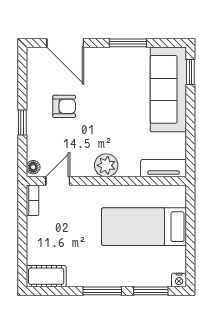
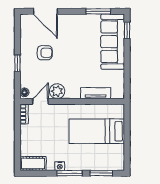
window: (128, 43) -> (98, 11), moved
plant: (106, 165) -> (57, 91), moved
tv unit: (164, 168) -> (96, 93), moved
nightstand: (179, 280) -> (60, 166), moved

